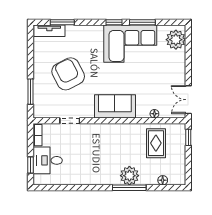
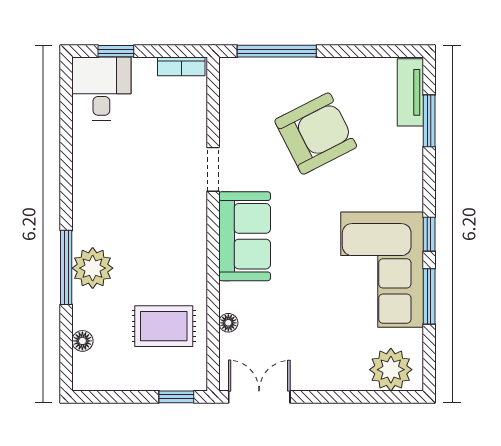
window: (31, 92) -> (277, 51), width x1.44
doorway: (70, 121) -> (213, 169), moved
desk: (48, 160) -> (101, 89), moved

